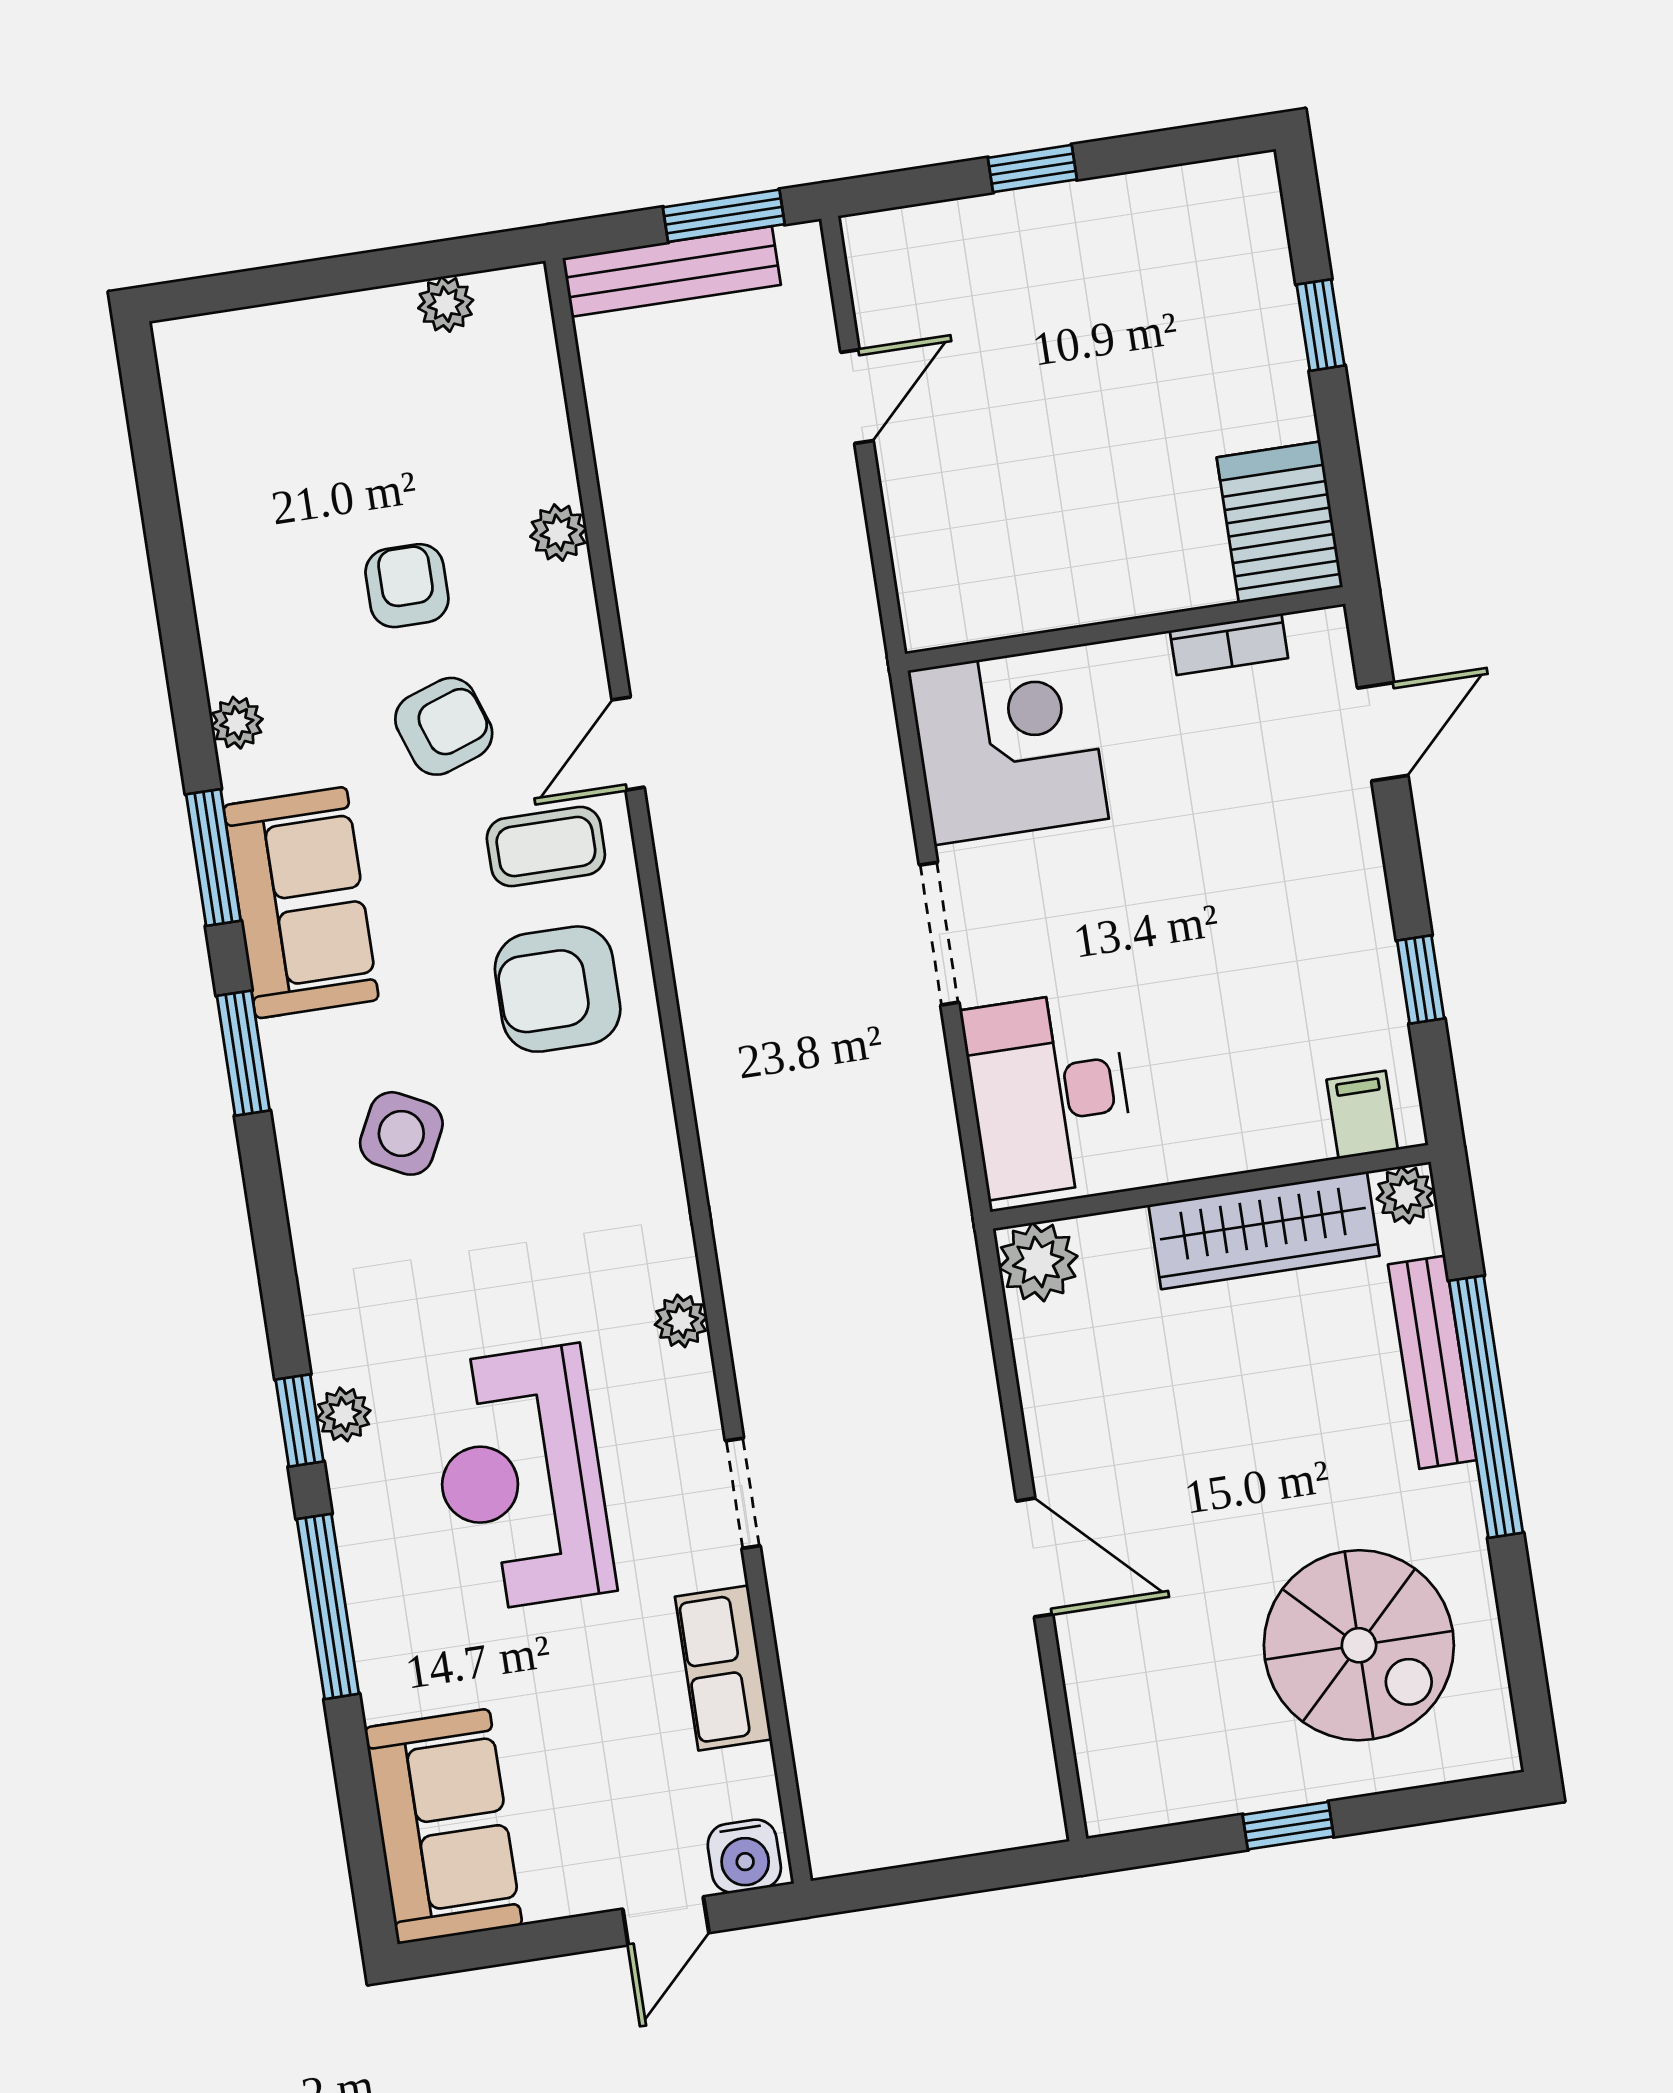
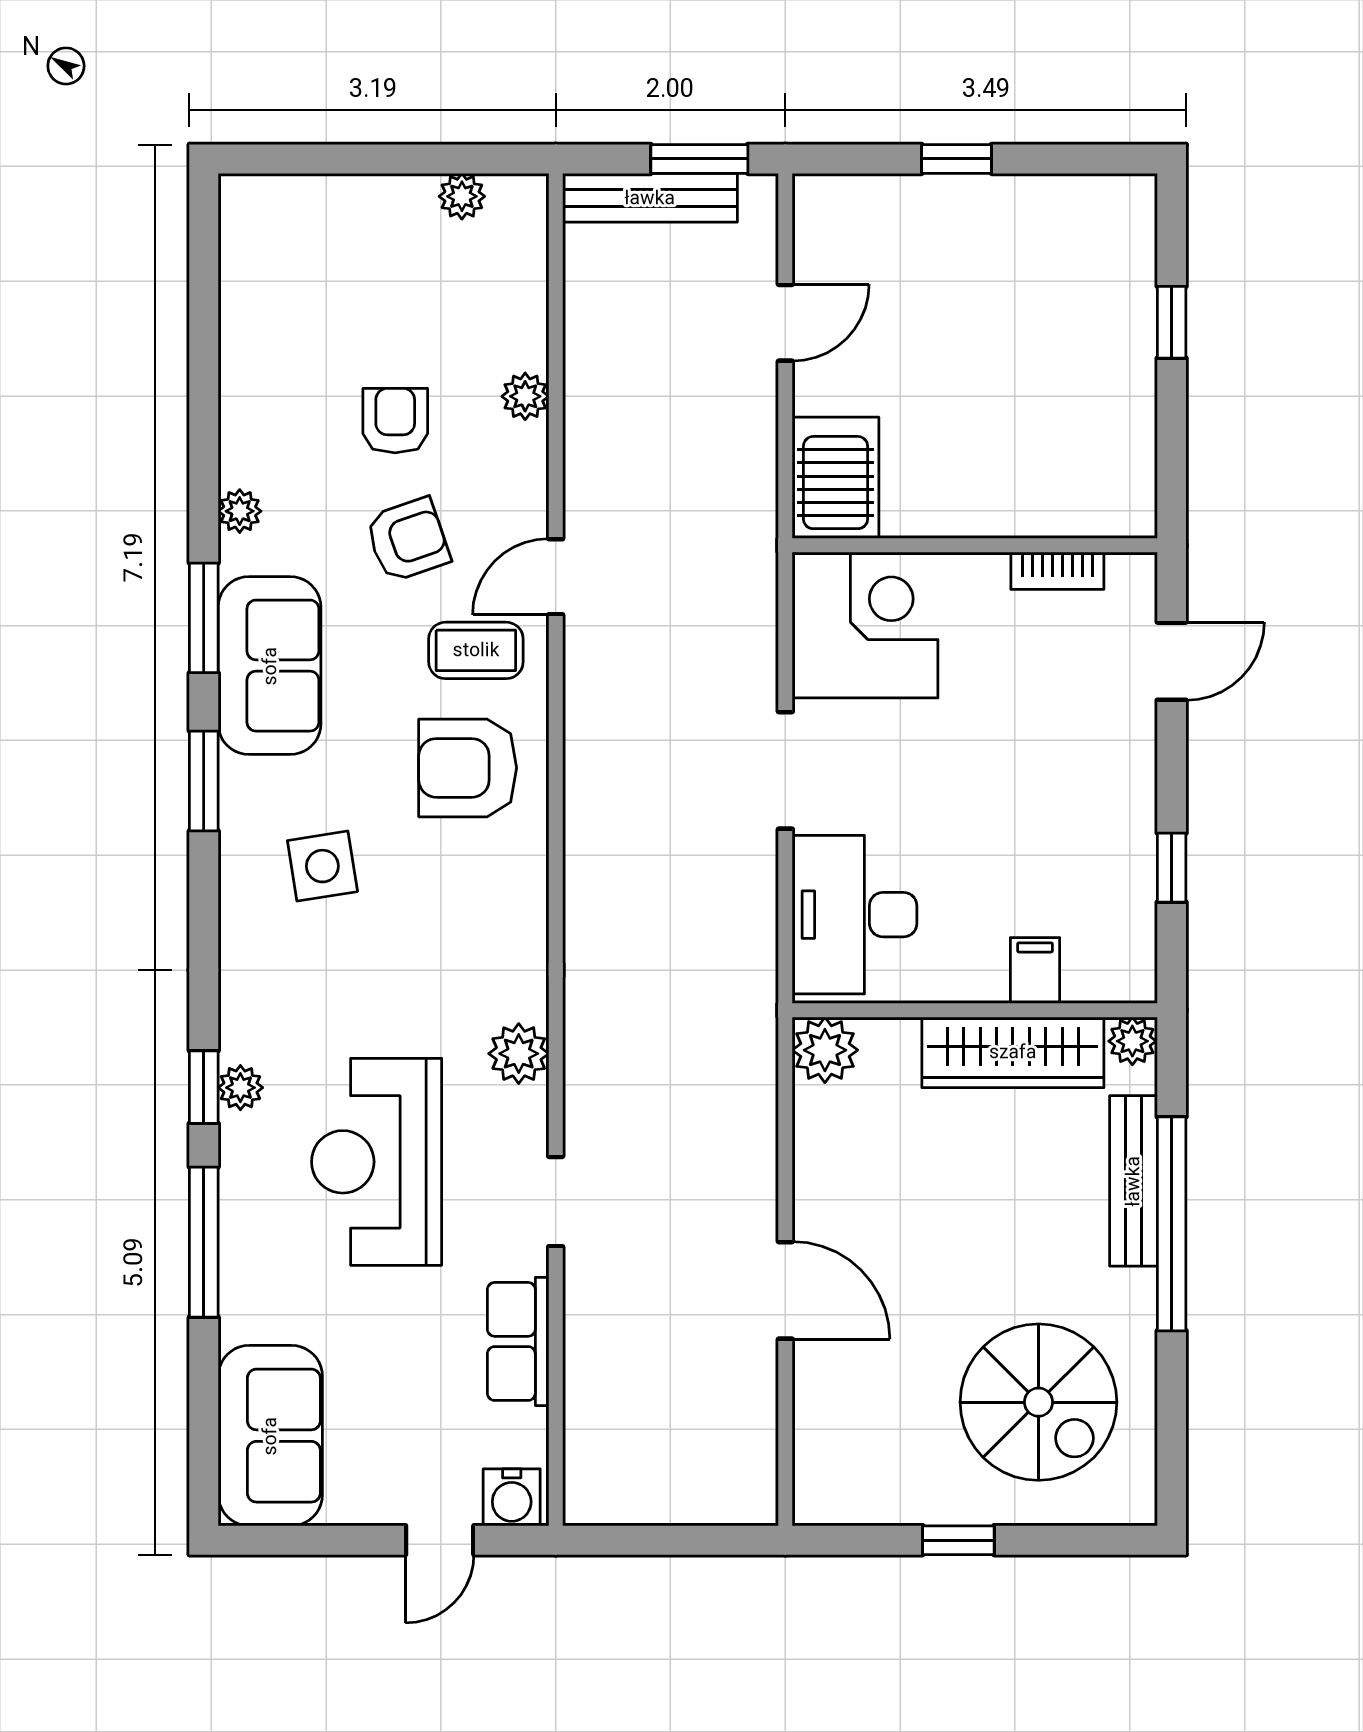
server rack: (1280, 522) -> (836, 478), moved
filing cabinet: (1362, 1115) -> (1035, 970), moved
side table: (401, 1133) -> (322, 866), turned -36
plant: (681, 1321) -> (519, 1054), width x1.38, depth x1.38

